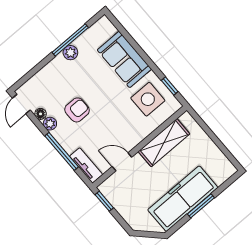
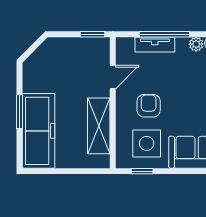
armchair: (77, 110) -> (149, 106), moved, turned 180
tv unit: (86, 165) -> (155, 45), moved
freezer: (183, 199) -> (38, 131), moved

